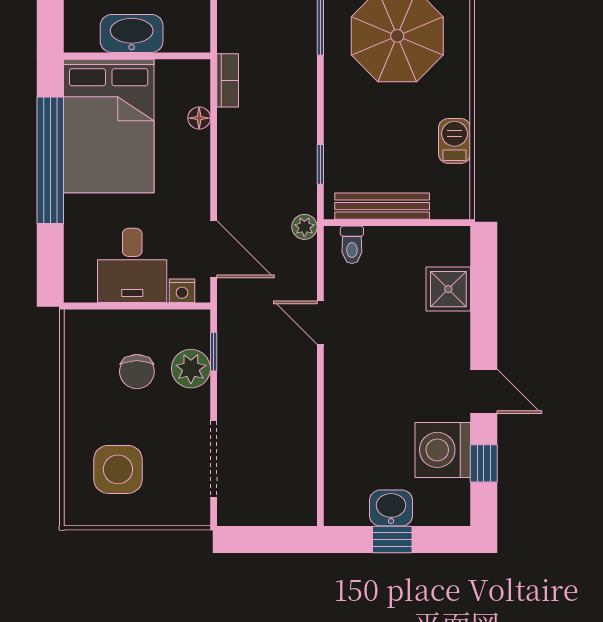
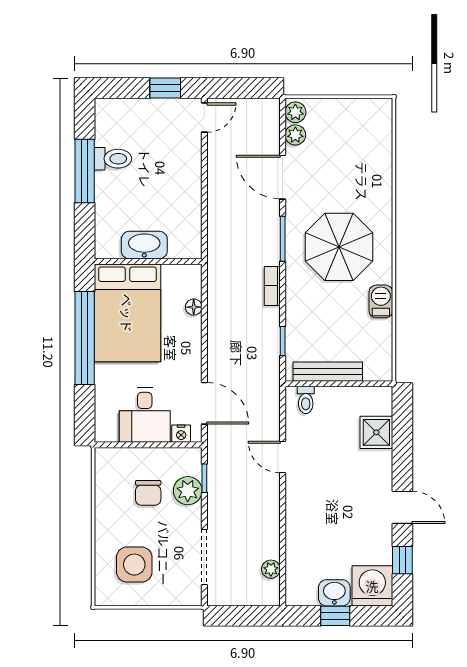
bookcase: (228, 80) -> (272, 286), moved, turned 180
barbecue: (454, 141) -> (381, 301), moved
plant: (304, 227) -> (271, 569), moved
washing machine: (443, 450) -> (372, 586), moved, turned 90

